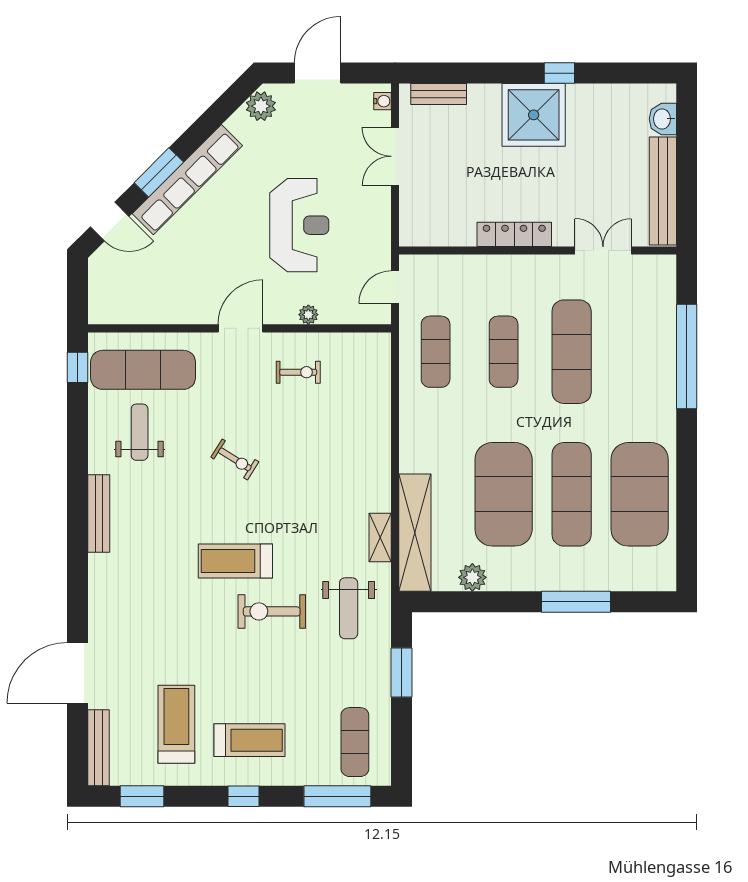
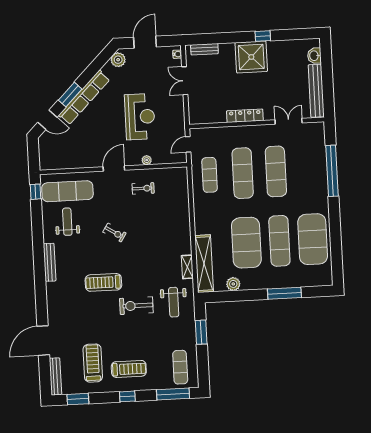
exercise mat: (504, 352) -> (243, 173), width x1.36, depth x1.45
treadmill: (235, 561) -> (103, 282), moved

